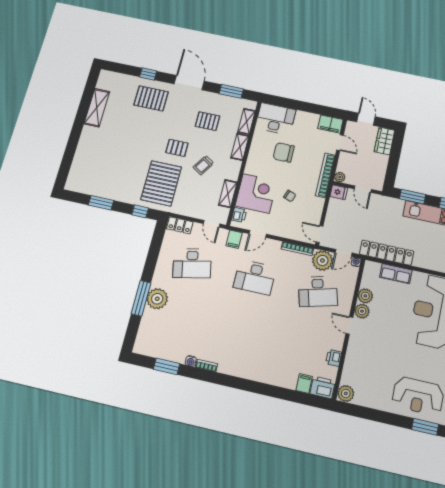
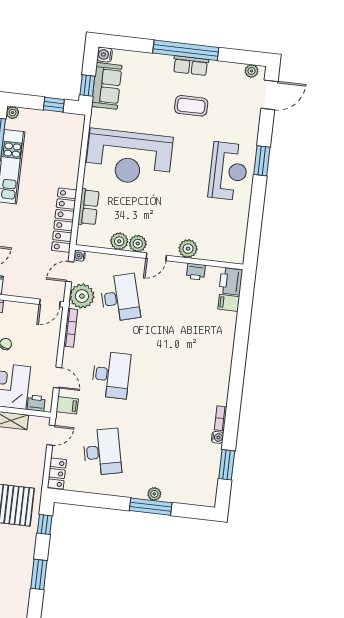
door: (344, 253) -> (70, 272), swing flipped
plant: (157, 299) -> (154, 494), width x0.53, depth x0.53
plant: (346, 393) -> (188, 249), moved

